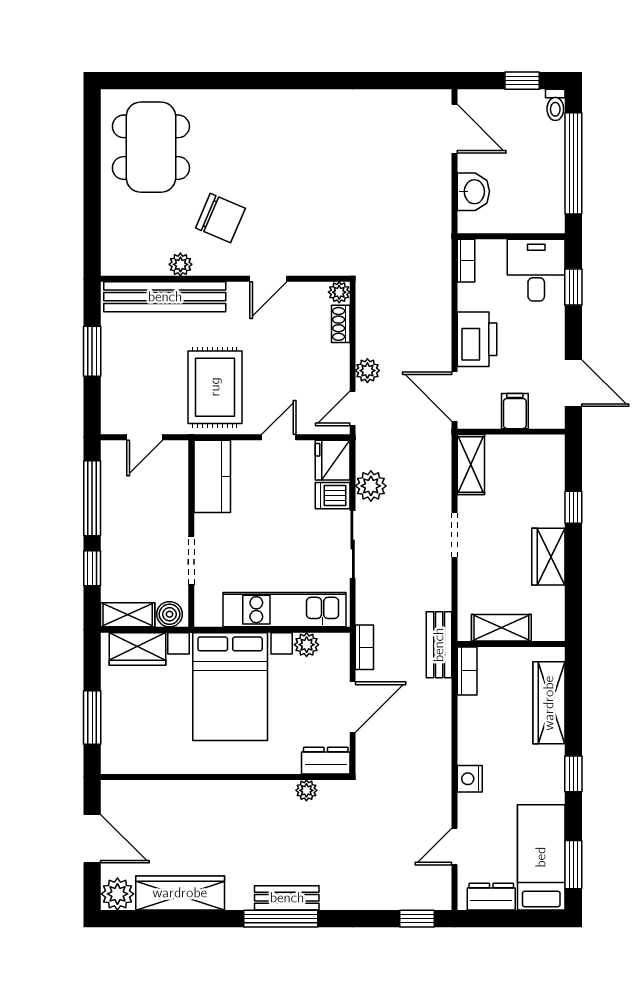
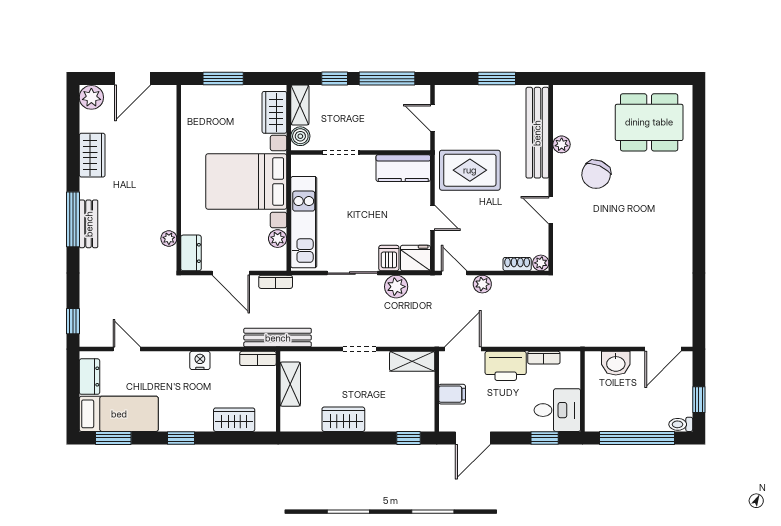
bookcase: (466, 261) -> (544, 358), moved
window: (573, 507) -> (408, 438), moved
bench: (439, 645) -> (278, 338), width x1.36
wardrobe: (549, 703) -> (234, 420), width x0.67
nightstand: (470, 779) -> (200, 360), moved
wardrobe: (180, 893) -> (92, 155), width x0.67

